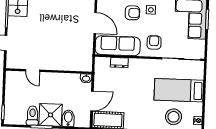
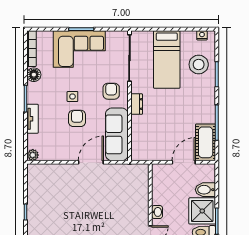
armchair: (154, 42) -> (111, 91), turned 90
dresser: (119, 63) -> (137, 104), moved
washbasin: (86, 78) -> (157, 212), moved
door: (92, 101) -> (184, 162), hinge flipped

